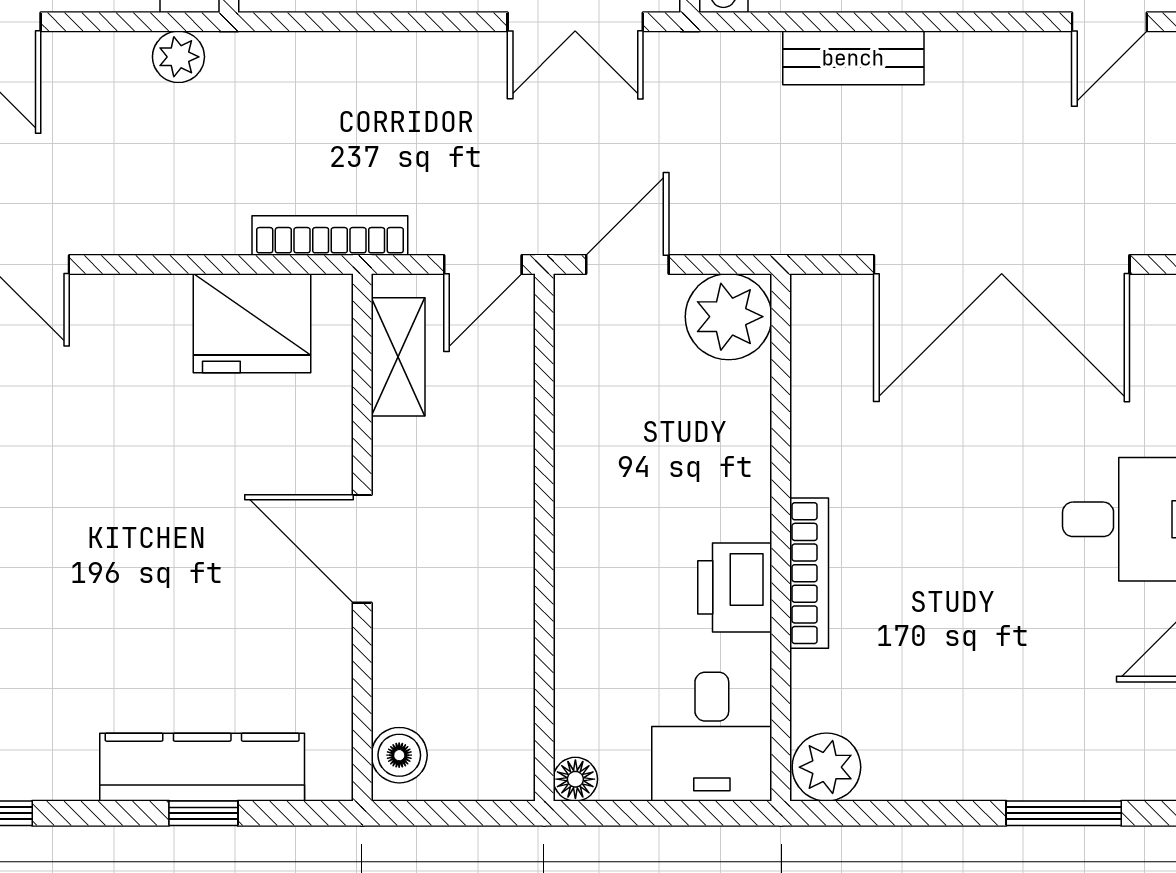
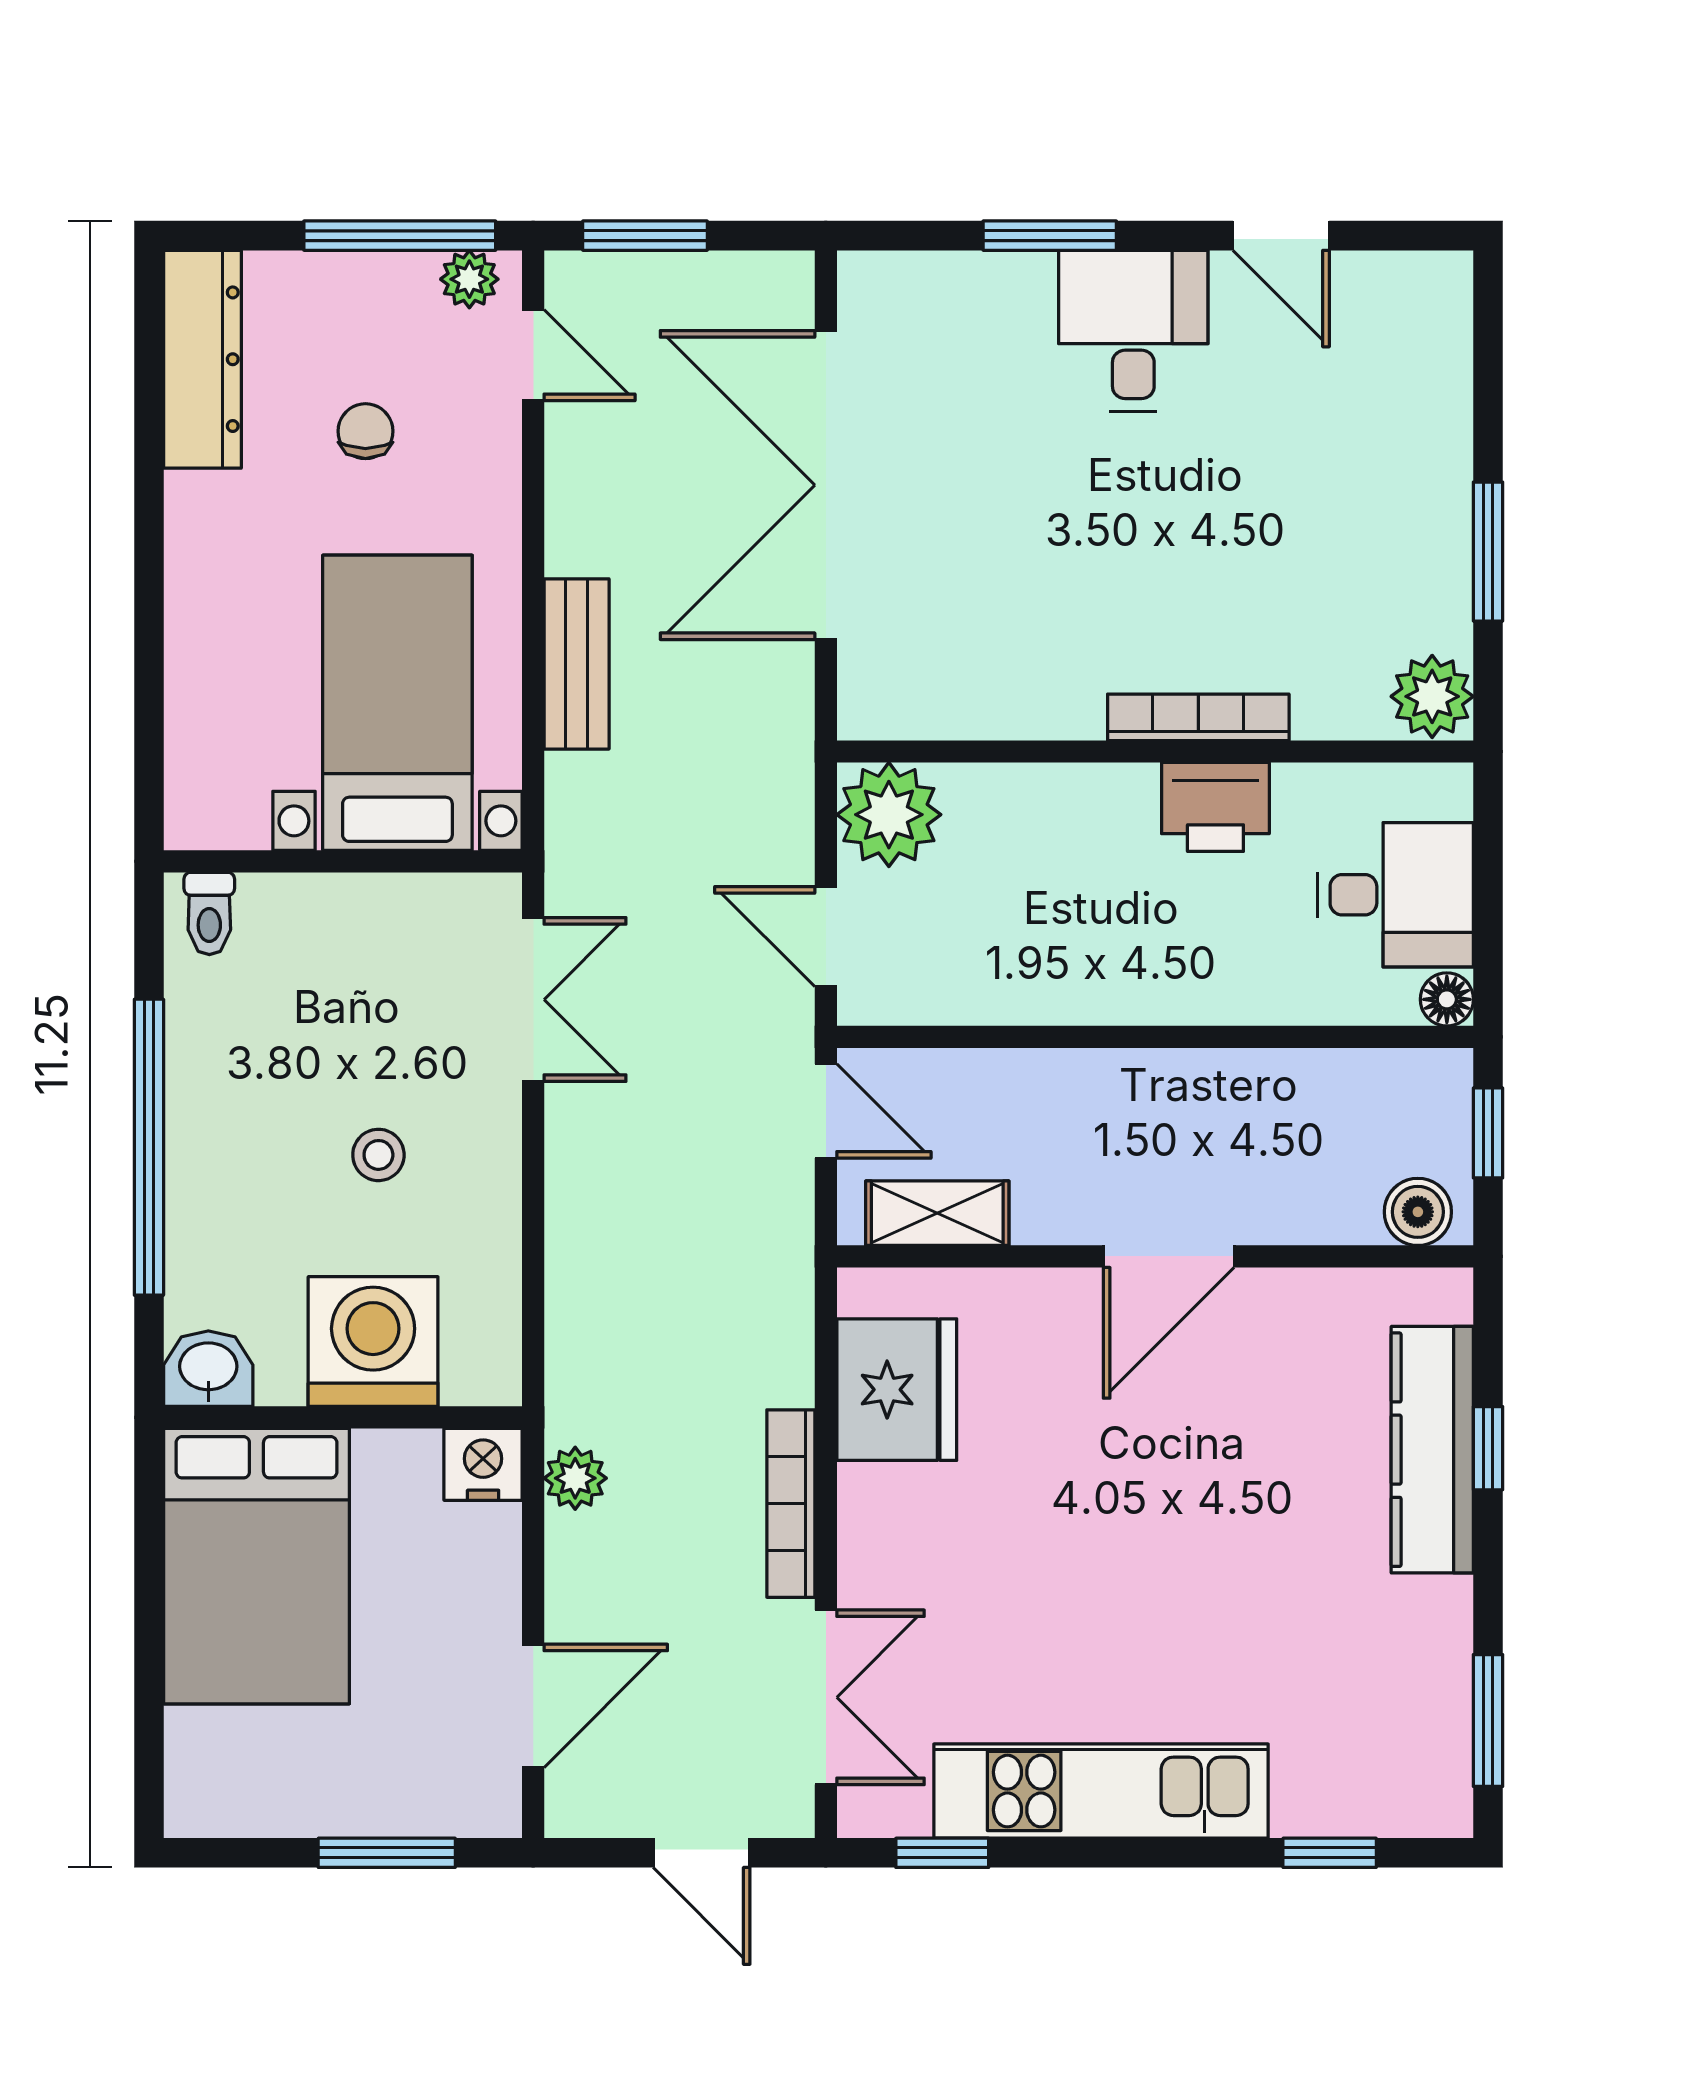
bookcase: (330, 235) -> (791, 1504), moved
double door: (1002, 264) -> (826, 485), swing flipped
desk: (712, 737) -> (1395, 895), moved
window: (465, 813) -> (1488, 1133), added
window: (1064, 813) -> (1488, 552), moved

